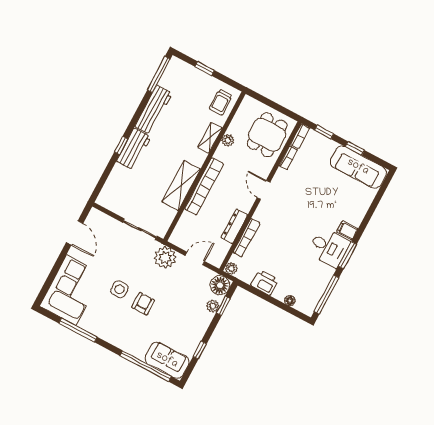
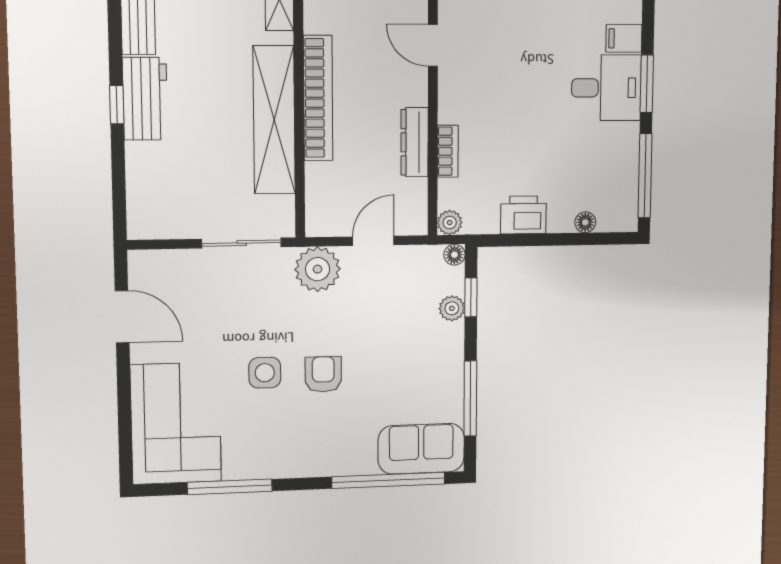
shelving: (181, 186) -> (274, 120), width x1.47
bookcase: (246, 238) -> (448, 151), width x0.64
floor lamp: (220, 285) -> (454, 255), width x0.53, depth x0.53
window: (200, 350) -> (470, 399), width x2.17

